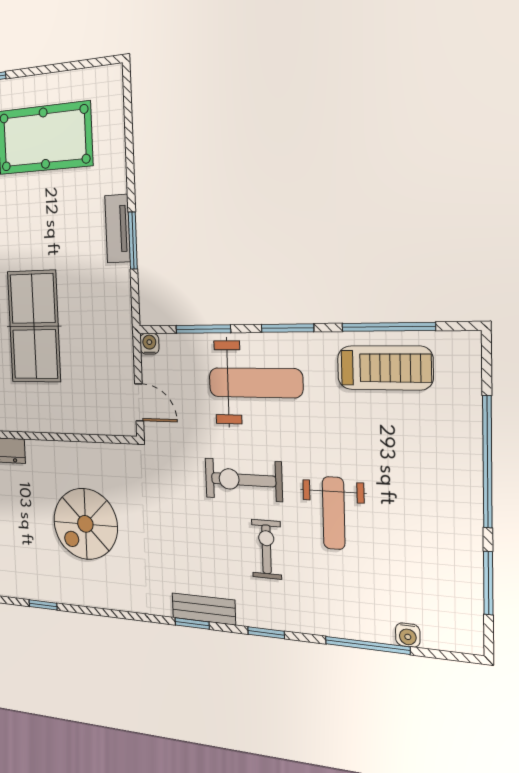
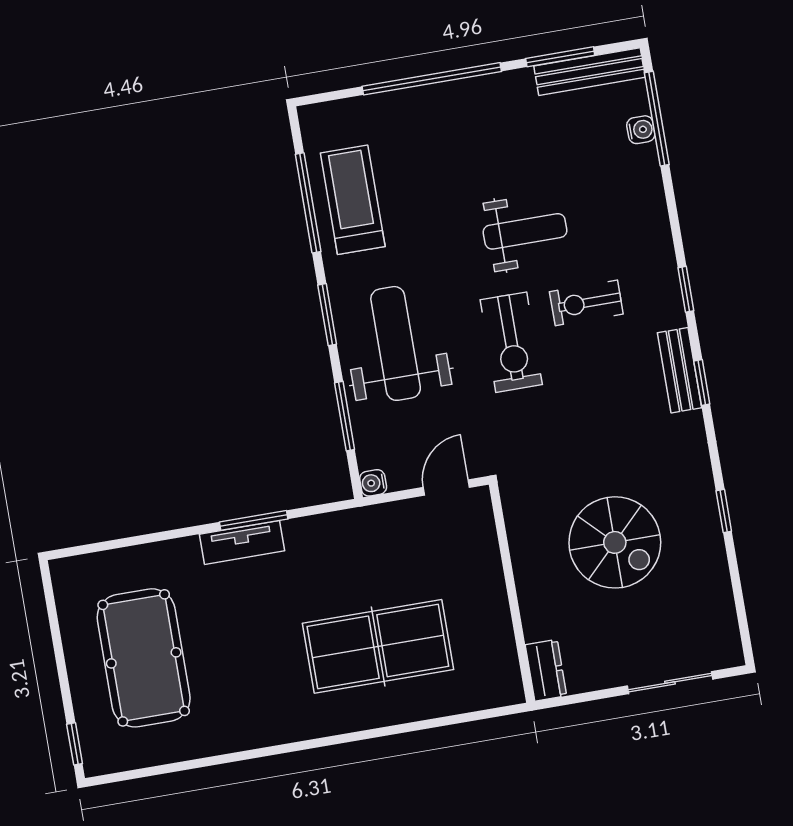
window: (43, 605) -> (724, 511), moved
bench: (469, 605) -> (589, 72), added
window: (367, 645) -> (657, 119), moved

